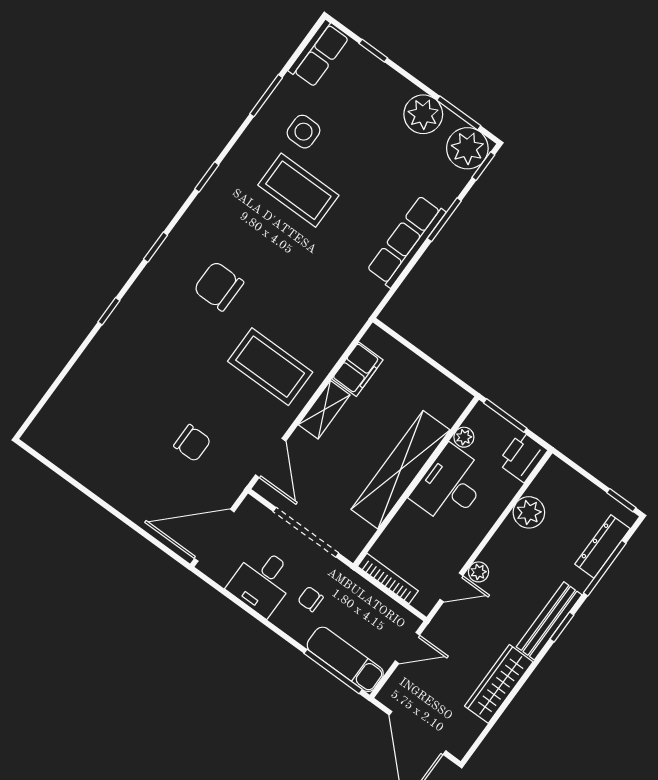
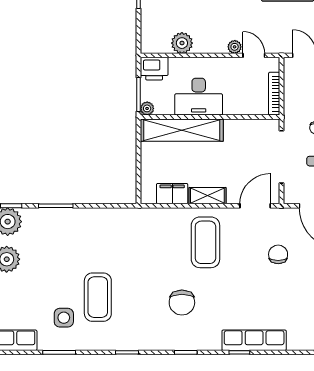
row of seats: (406, 241) -> (254, 340), moved, turned 180
plant: (464, 437) -> (147, 108), moved
shelving: (400, 470) -> (182, 130), moved

